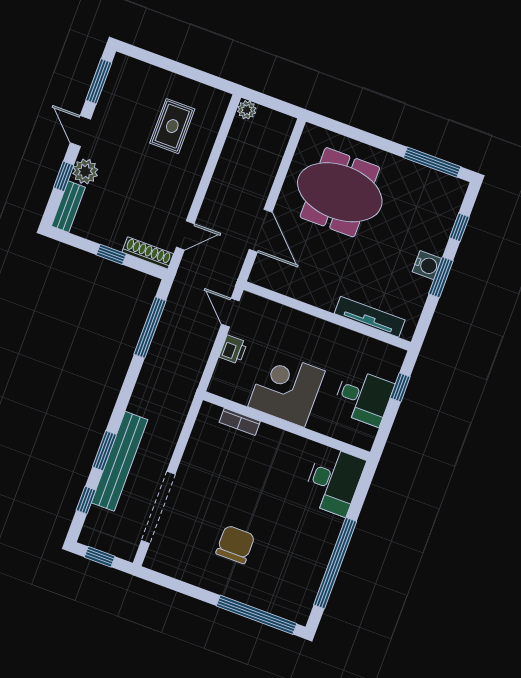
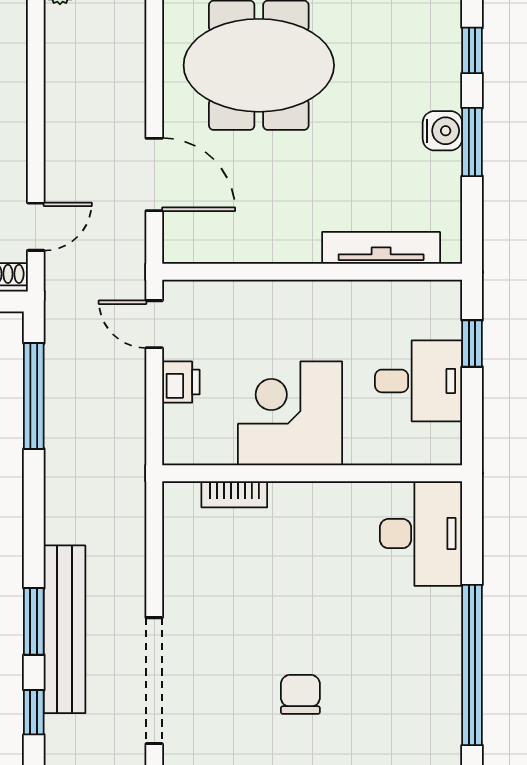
chair: (235, 544) -> (300, 694), width x0.73, depth x0.73

